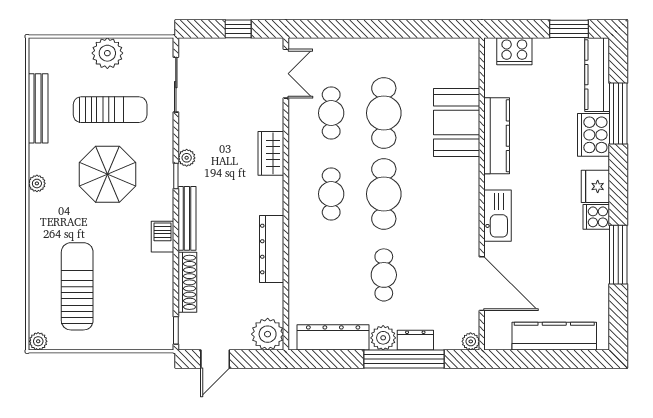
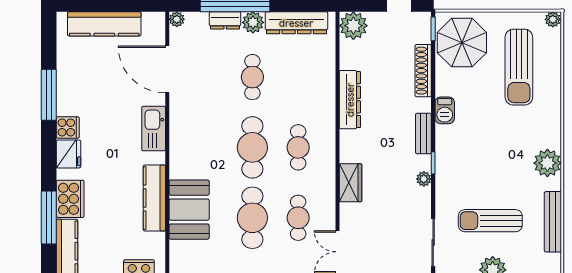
parasol: (108, 174) -> (462, 43), moved
plant: (37, 183) -> (547, 163), width x1.88, depth x1.88
bench: (187, 218) -> (423, 134), width x0.73

